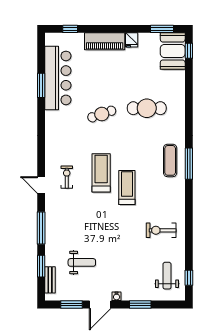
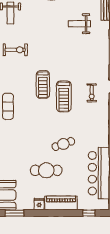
cafe table: (147, 108) -> (46, 170), moved

